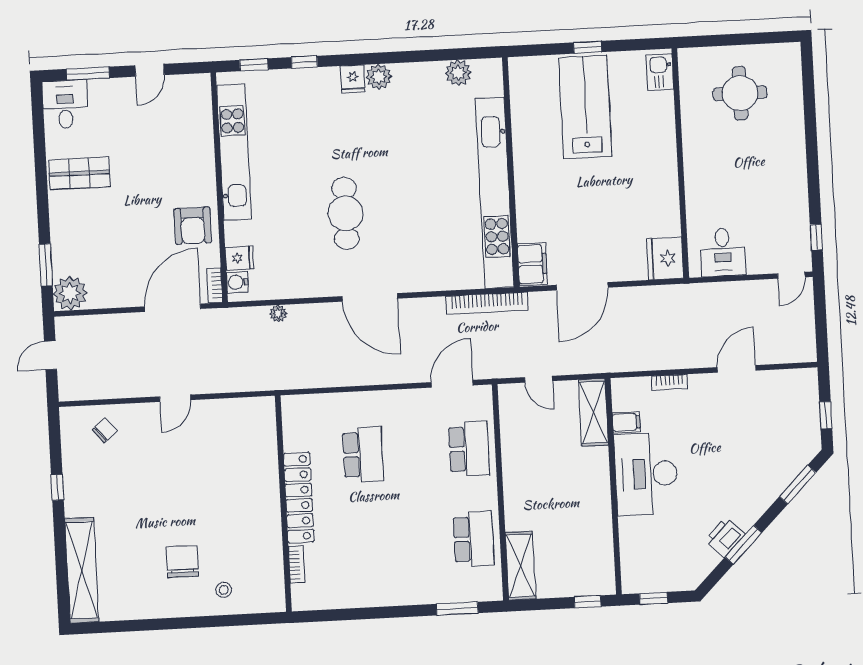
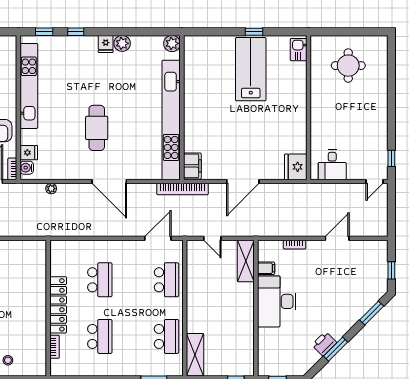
wall: (511, 172) -> (182, 108), moved
kitchen unit: (495, 193) -> (171, 120), moved
filing cabinet: (532, 264) -> (192, 166), moved
school desk: (368, 544) -> (100, 336), added

